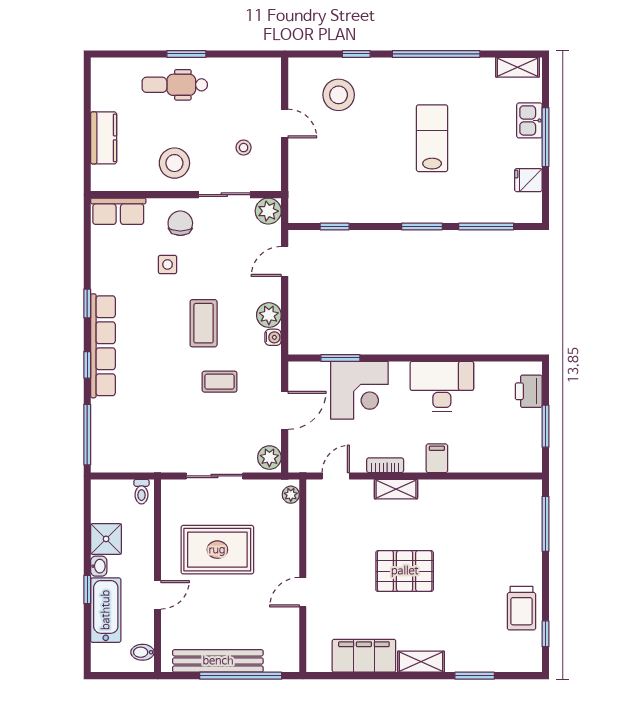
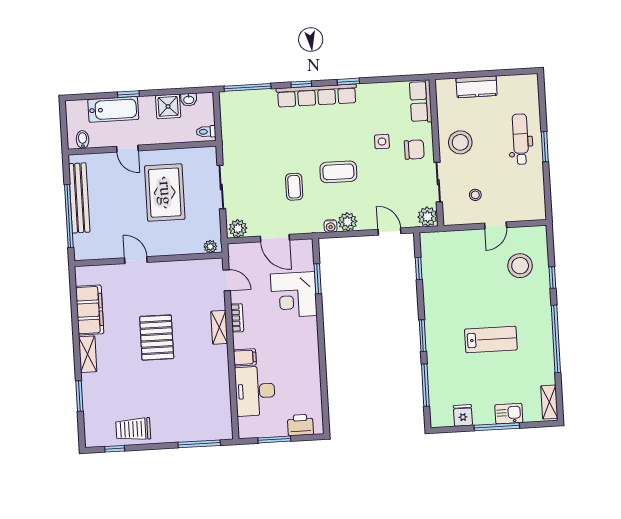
desk: (442, 386) -> (255, 391), moved, turned 180
washbasin: (99, 566) -> (189, 100), moved

